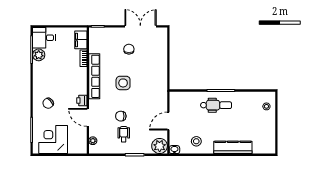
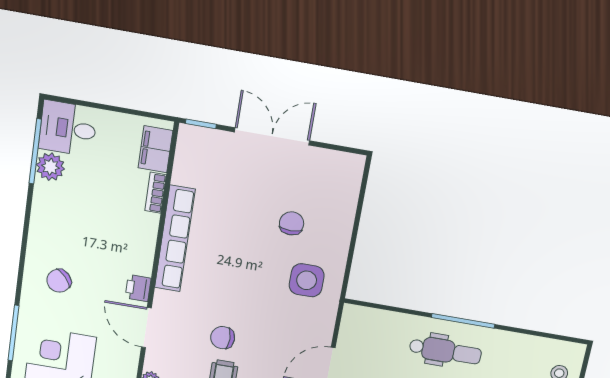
double door: (140, 26) -> (272, 136), moved
chair: (129, 49) -> (292, 223), moved
side table: (123, 83) -> (307, 280), moved

